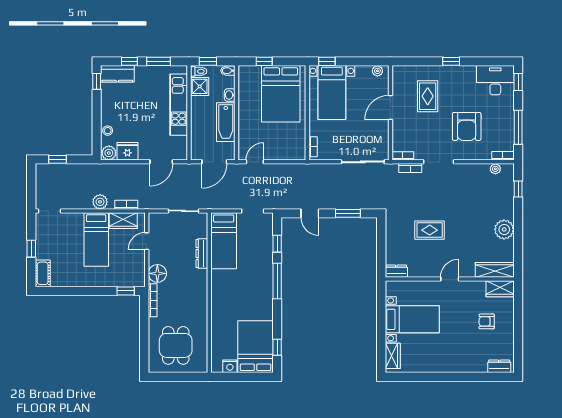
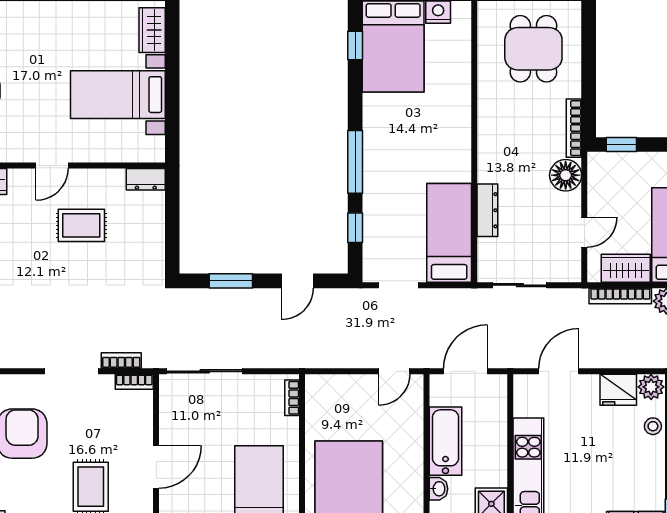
bookcase: (126, 205) -> (620, 296), width x1.56
door: (310, 213) -> (297, 281), swing flipped
rug: (430, 230) -> (81, 225), moved

